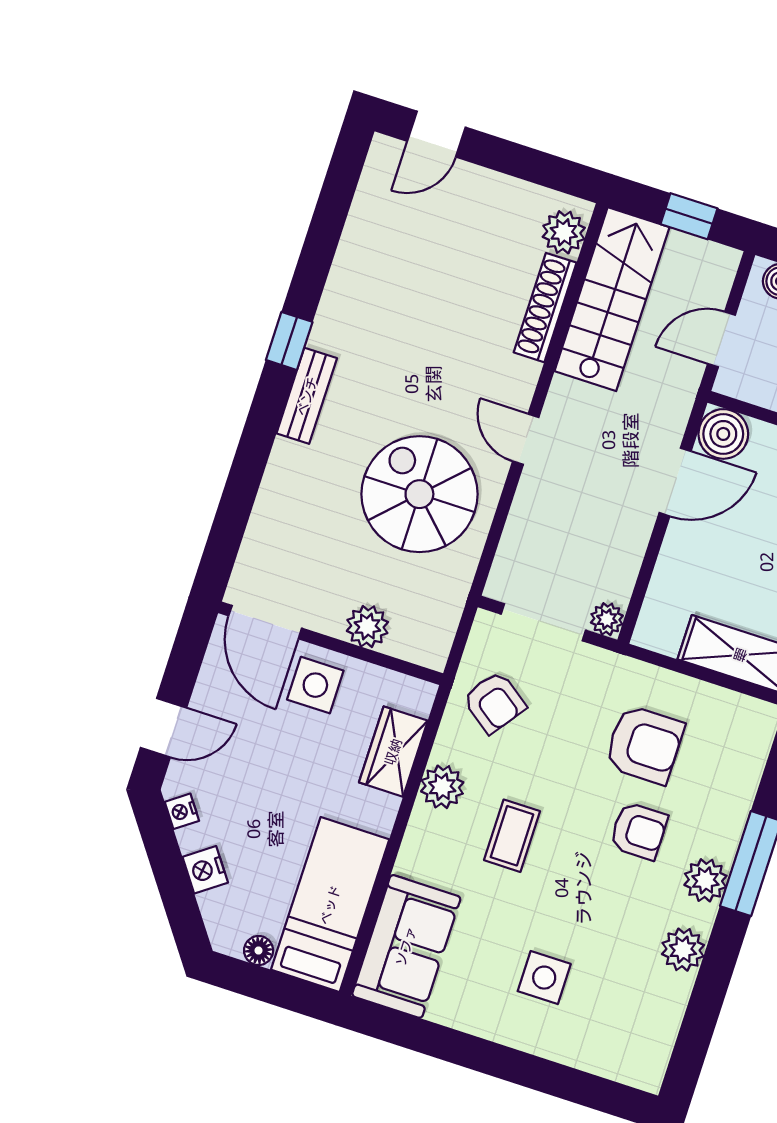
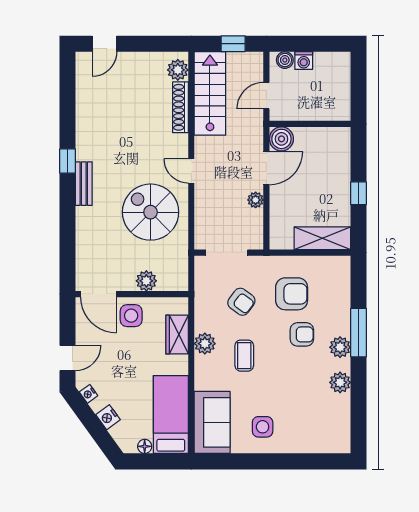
plant: (607, 619) -> (256, 200), moved
armchair: (494, 702) -> (241, 302), moved
side table: (544, 978) -> (263, 427), moved

